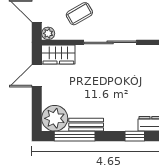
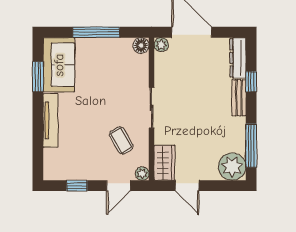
sliding door: (110, 42) -> (152, 108), width x0.73
bench: (86, 125) -> (239, 98), moved

